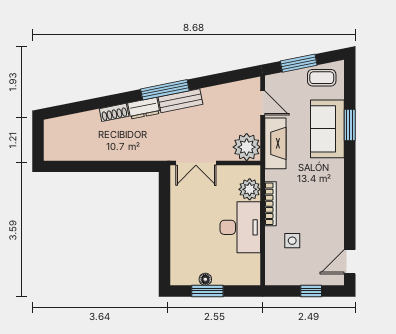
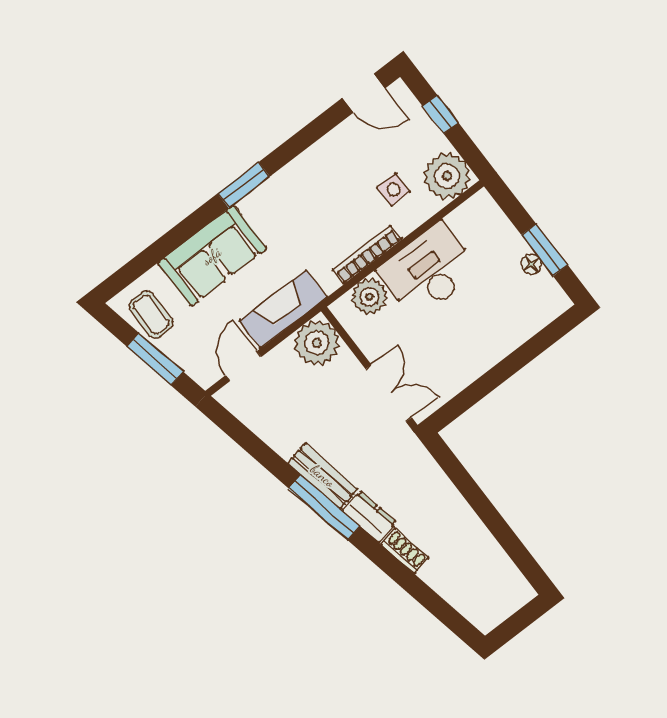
window: (350, 125) -> (244, 185), moved
plant: (279, 271) -> (447, 176), added

